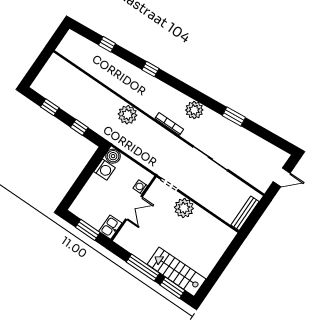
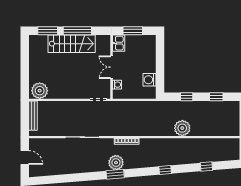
plant: (128, 115) -> (182, 128), moved
window: (234, 117) -> (115, 174), moved
boiler: (113, 156) -> (150, 93), removed
door: (282, 177) -> (25, 157), swing flipped
plant: (184, 208) -> (40, 91), moved
stairs: (177, 272) -> (72, 44), moved

